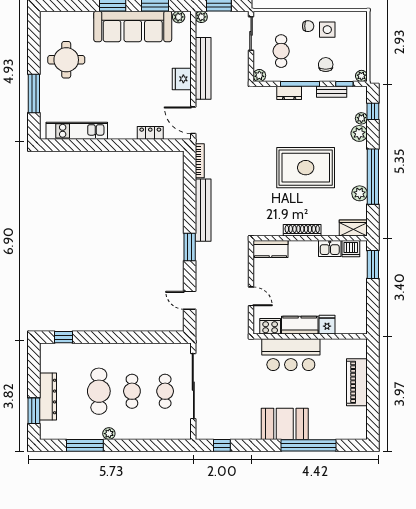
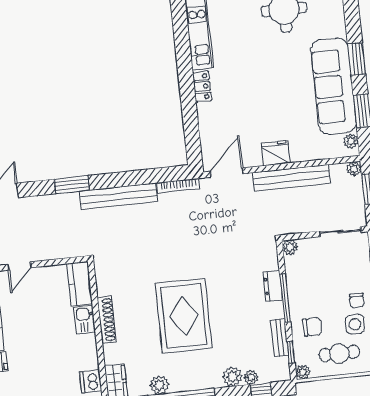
cafe table: (281, 51) -> (339, 354), moved
locker: (150, 133) -> (202, 87), moved
kitchen sink: (330, 248) -> (84, 320), moved

